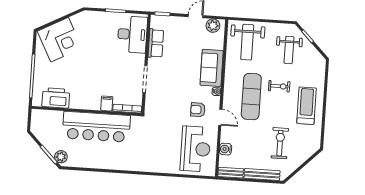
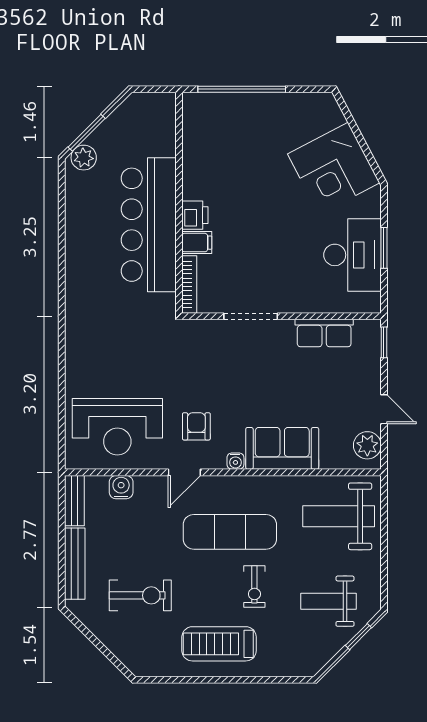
desk: (132, 34) -> (352, 255), moved, turned -90
corner desk: (60, 40) -> (334, 168), moved
printer: (56, 98) -> (195, 215), moved, width x0.53, depth x0.68
treadmill: (307, 106) -> (219, 644), turned 180

